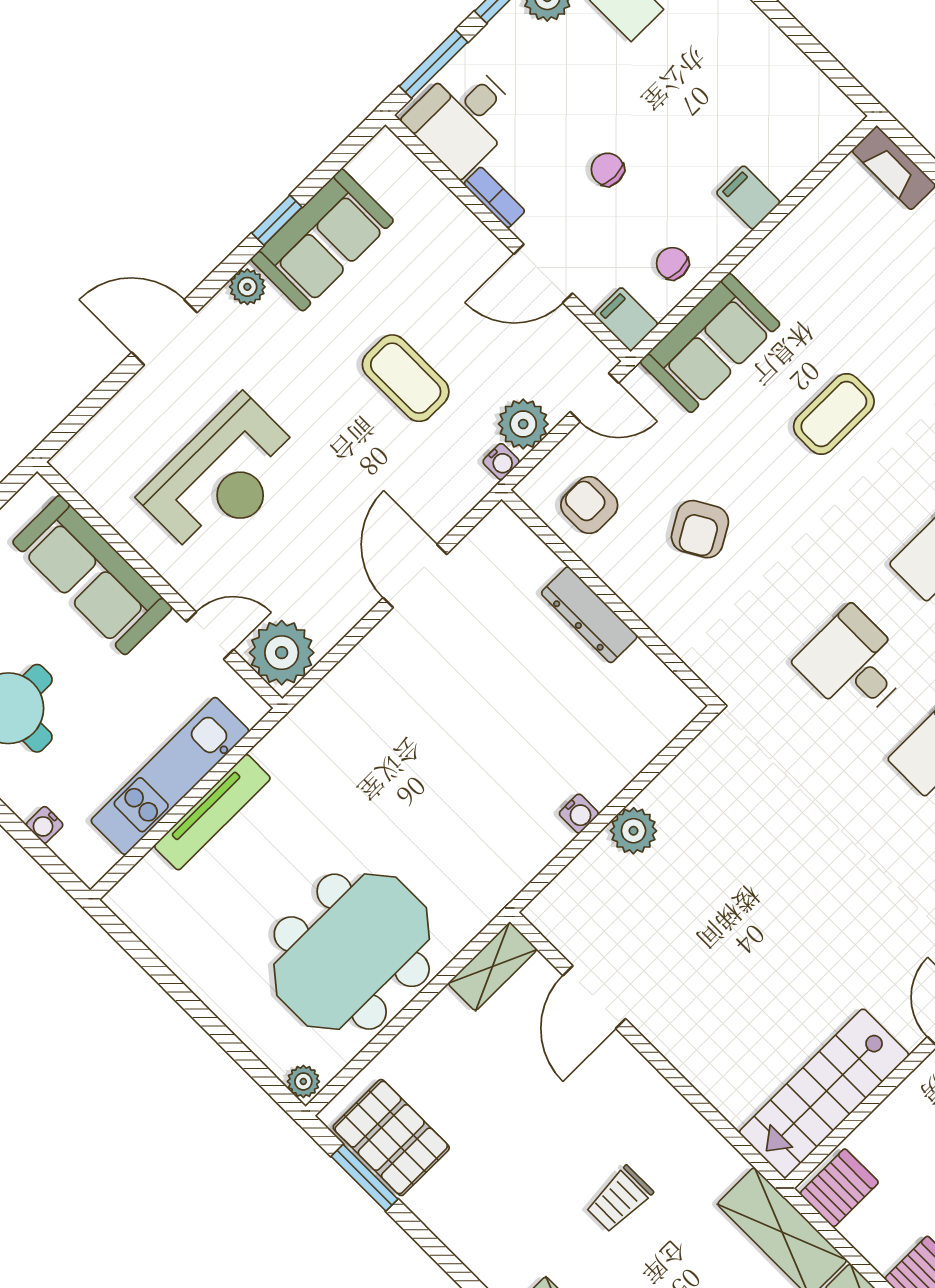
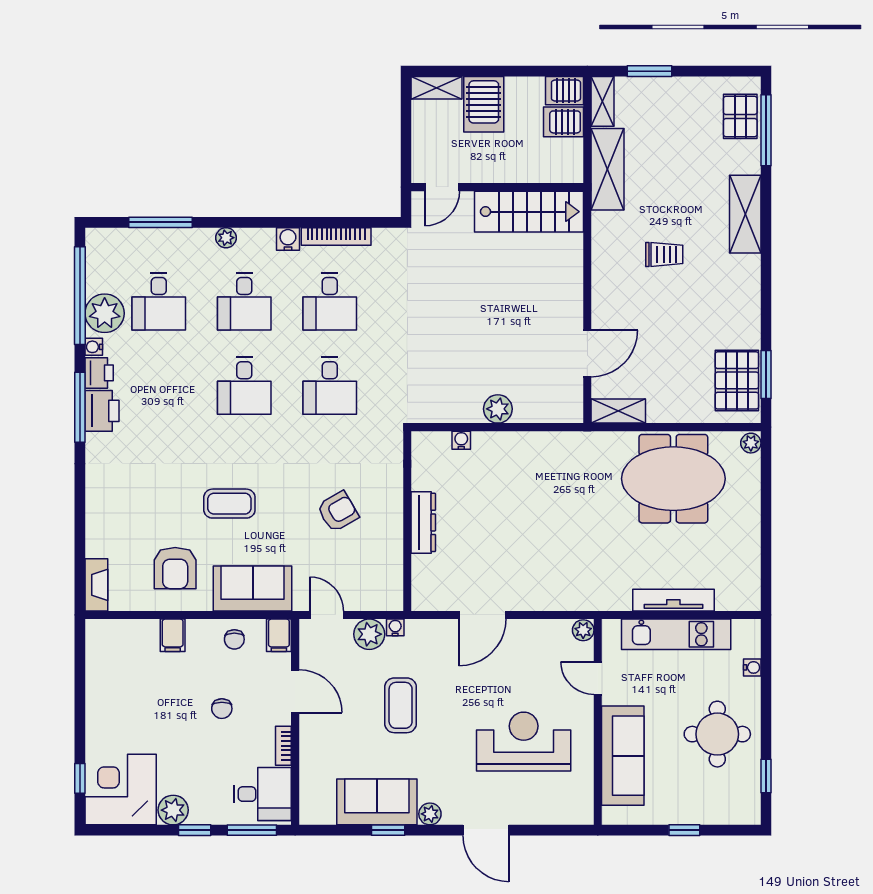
armchair: (589, 505) -> (175, 568), moved, width x1.38, depth x1.38
plant: (282, 653) -> (583, 630), width x0.53, depth x0.53
water cooler: (579, 814) -> (461, 440), moved
server rack: (839, 1188) -> (563, 122), moved

